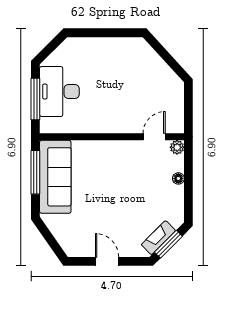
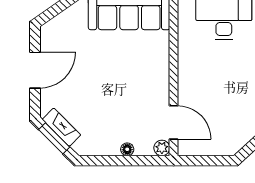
door: (154, 137) -> (174, 122), width x1.38
door: (107, 261) -> (35, 70), width x1.38

